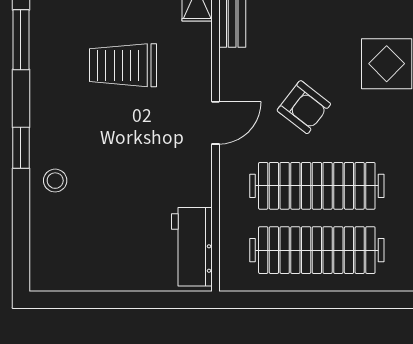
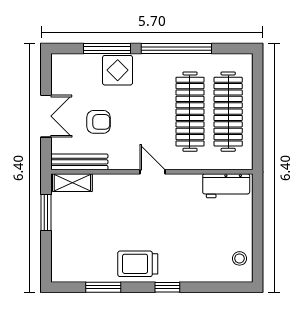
trolley: (123, 65) -> (138, 264), moved, turned 90
armchair: (304, 107) -> (98, 122), moved, turned 52
stool: (55, 181) -> (239, 258), moved

